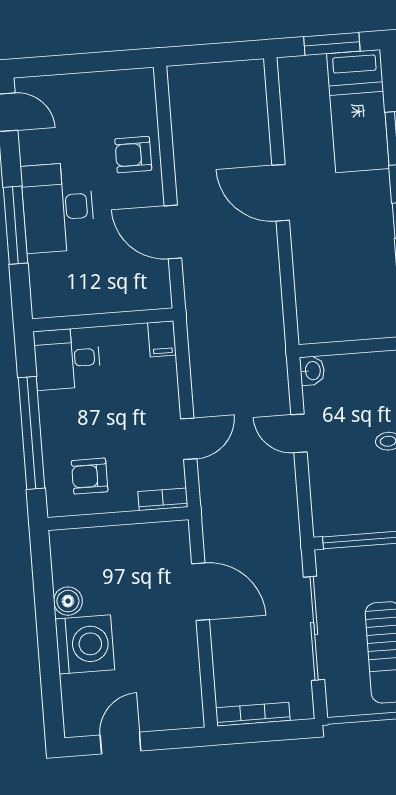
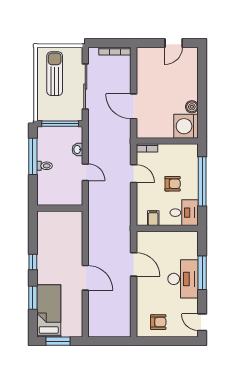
armchair: (133, 155) -> (158, 322), moved
filing cabinet: (162, 339) -> (153, 218), moved
washbasin: (312, 371) -> (77, 150), moved
door: (189, 439) -> (134, 174), swing flipped
armchair: (90, 476) -> (173, 184), moved
washing machine: (85, 644) -> (186, 126), moved

